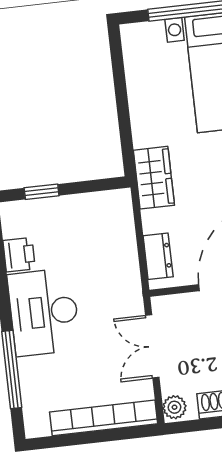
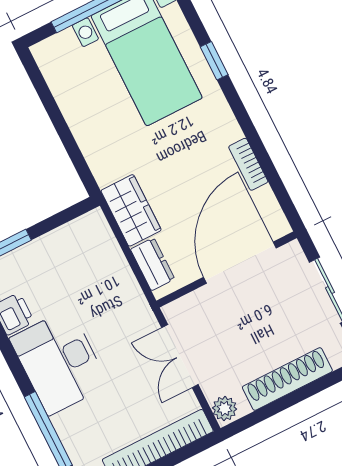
wardrobe: (154, 178) -> (131, 210), moved

